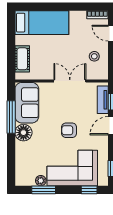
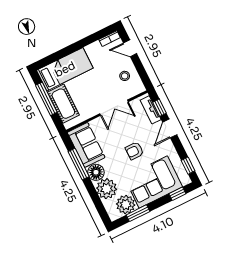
window: (11, 42) -> (46, 99), added
cot: (22, 59) -> (63, 104), width x1.37, depth x1.34
double door: (70, 81) -> (114, 108), swing flipped
plant: (26, 153) -> (107, 189), added
plant: (41, 181) -> (126, 204), width x1.88, depth x1.88

